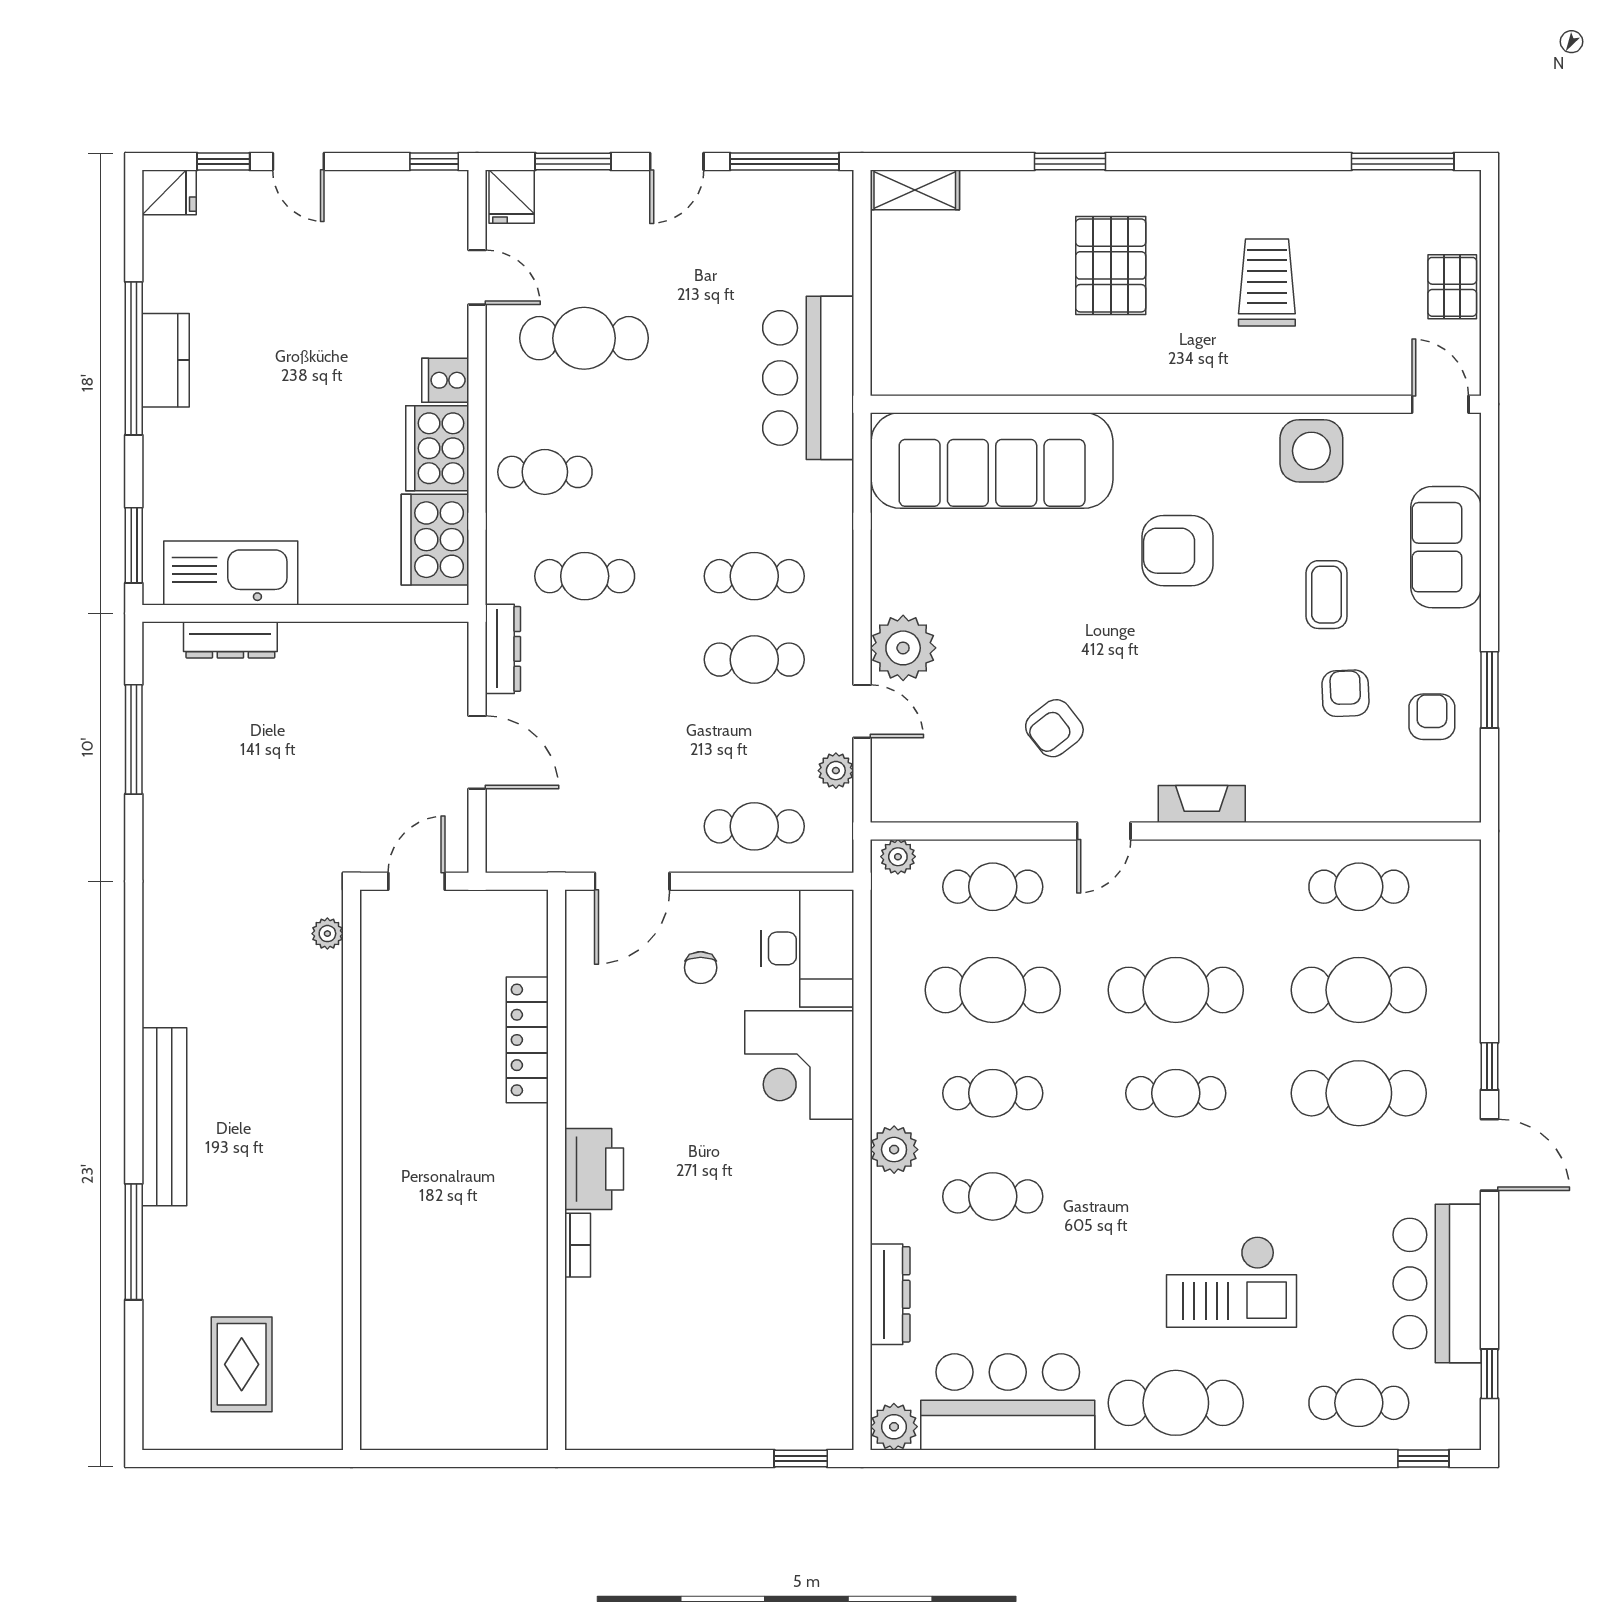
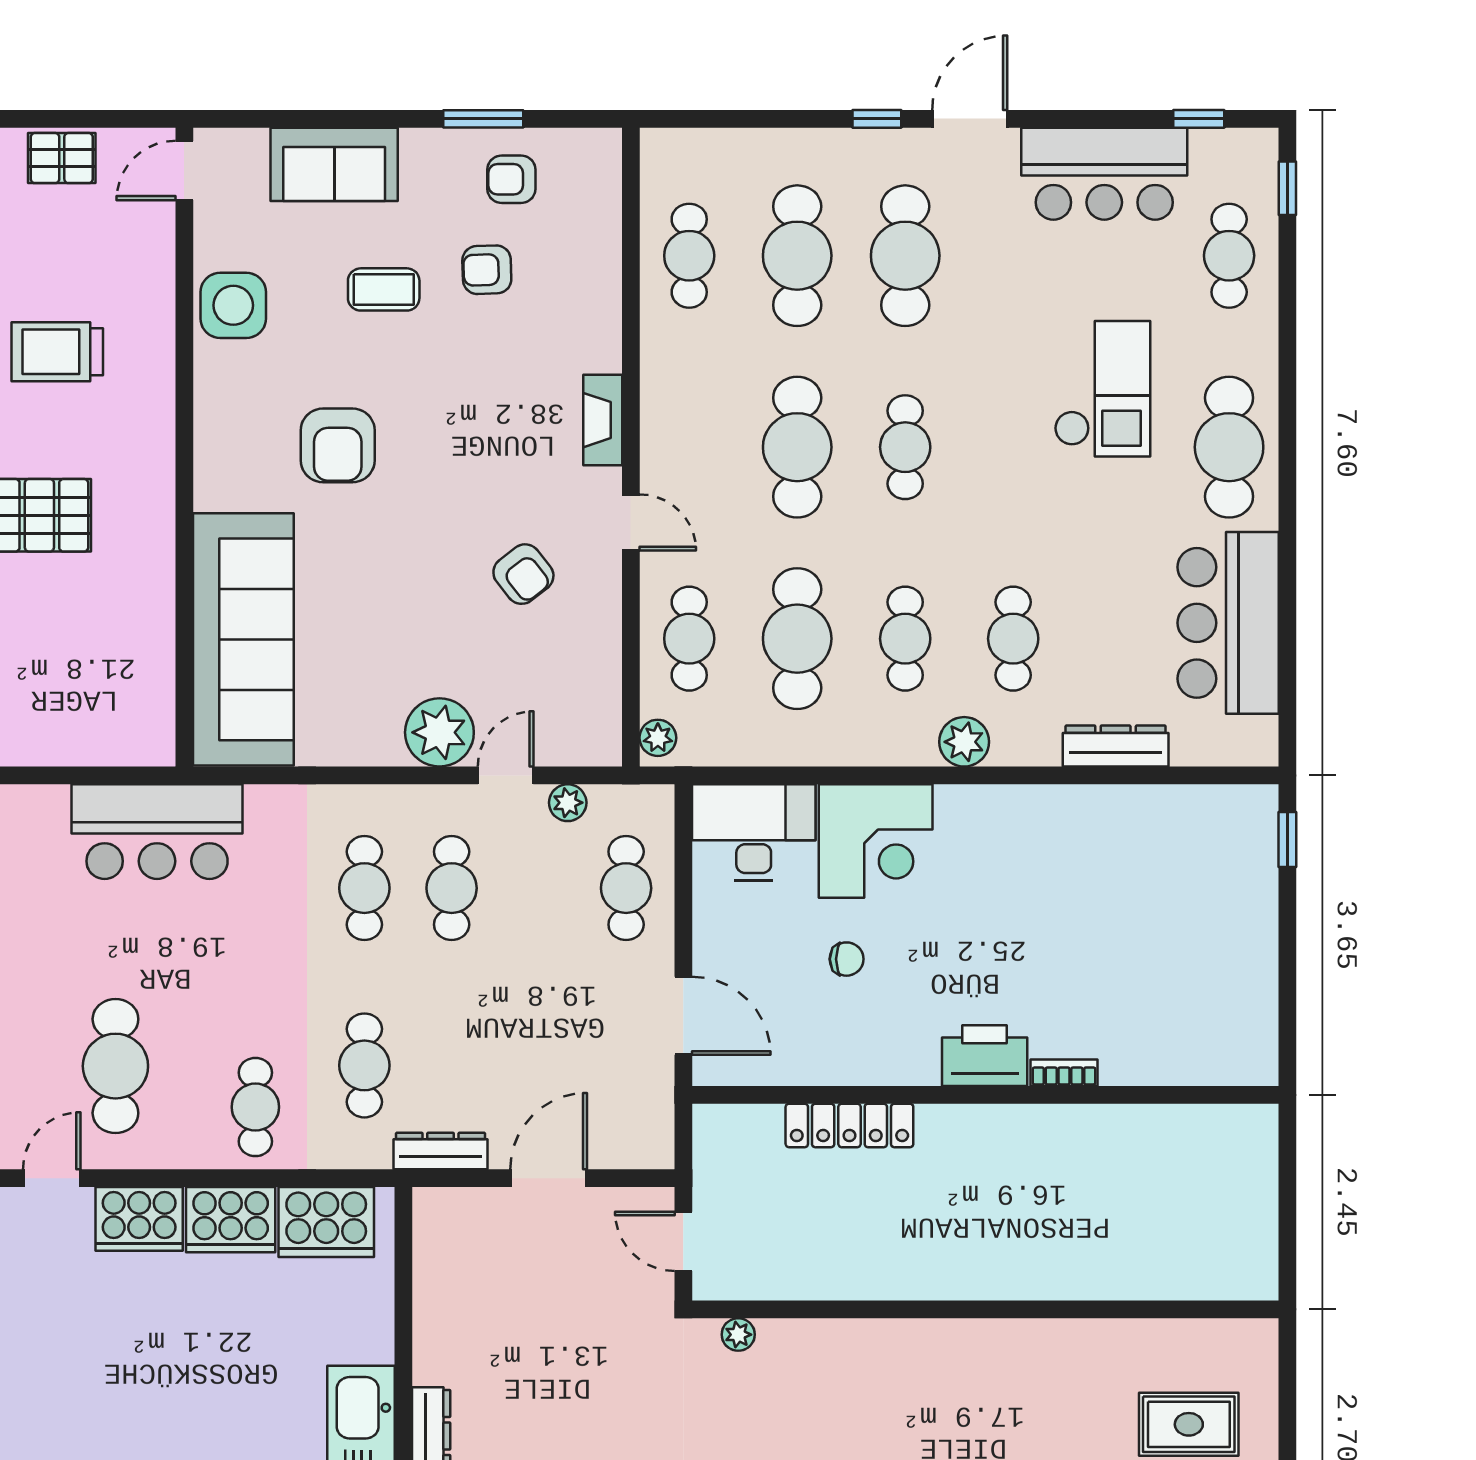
cooker: (445, 380) -> (139, 1219), width x1.87, depth x1.31
chair: (701, 968) -> (847, 959), moved
plant: (894, 1427) -> (1254, 742), removed

